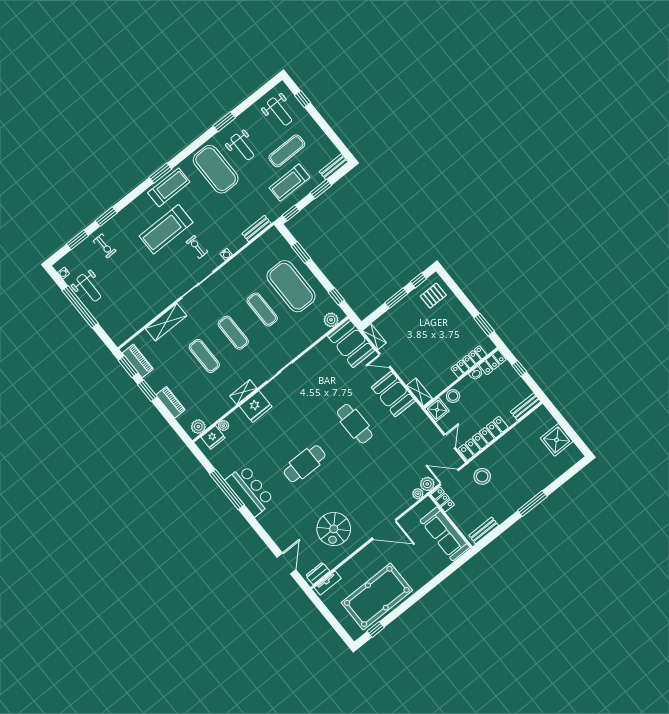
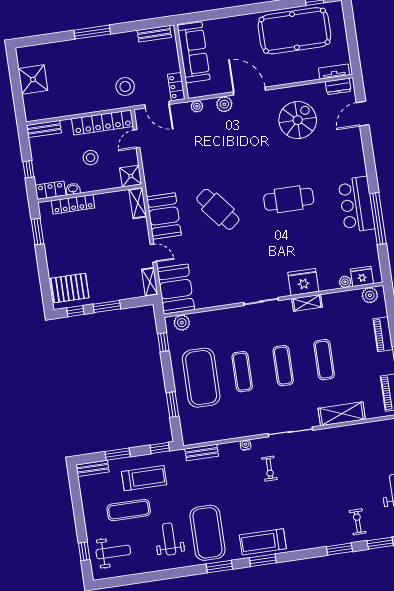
weight bench: (280, 112) -> (113, 552), turned 90
window: (224, 122) -> (219, 567), moved
treadmill: (166, 229) -> (289, 503), removed
pallet: (433, 296) -> (70, 288), width x1.50, depth x1.42
stool: (453, 396) -> (91, 158), moved
cafe table: (355, 424) -> (218, 209), turned -39
plant: (427, 484) -> (224, 104), moved

